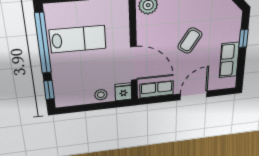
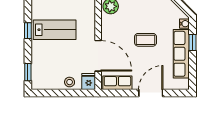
water cooler: (236, 18) -> (184, 24), added
coffee table: (190, 41) -> (146, 40), turned 57
window: (43, 43) -> (28, 31), width x0.32
row of seats: (229, 60) -> (181, 54), width x1.48

